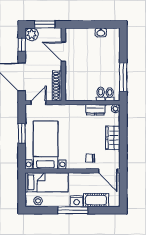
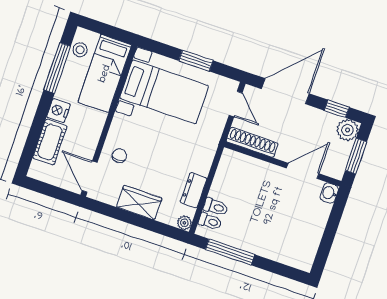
washbasin: (101, 32) -> (329, 193), moved
door: (108, 171) -> (90, 177), hinge flipped
window: (73, 210) -> (57, 68), moved

